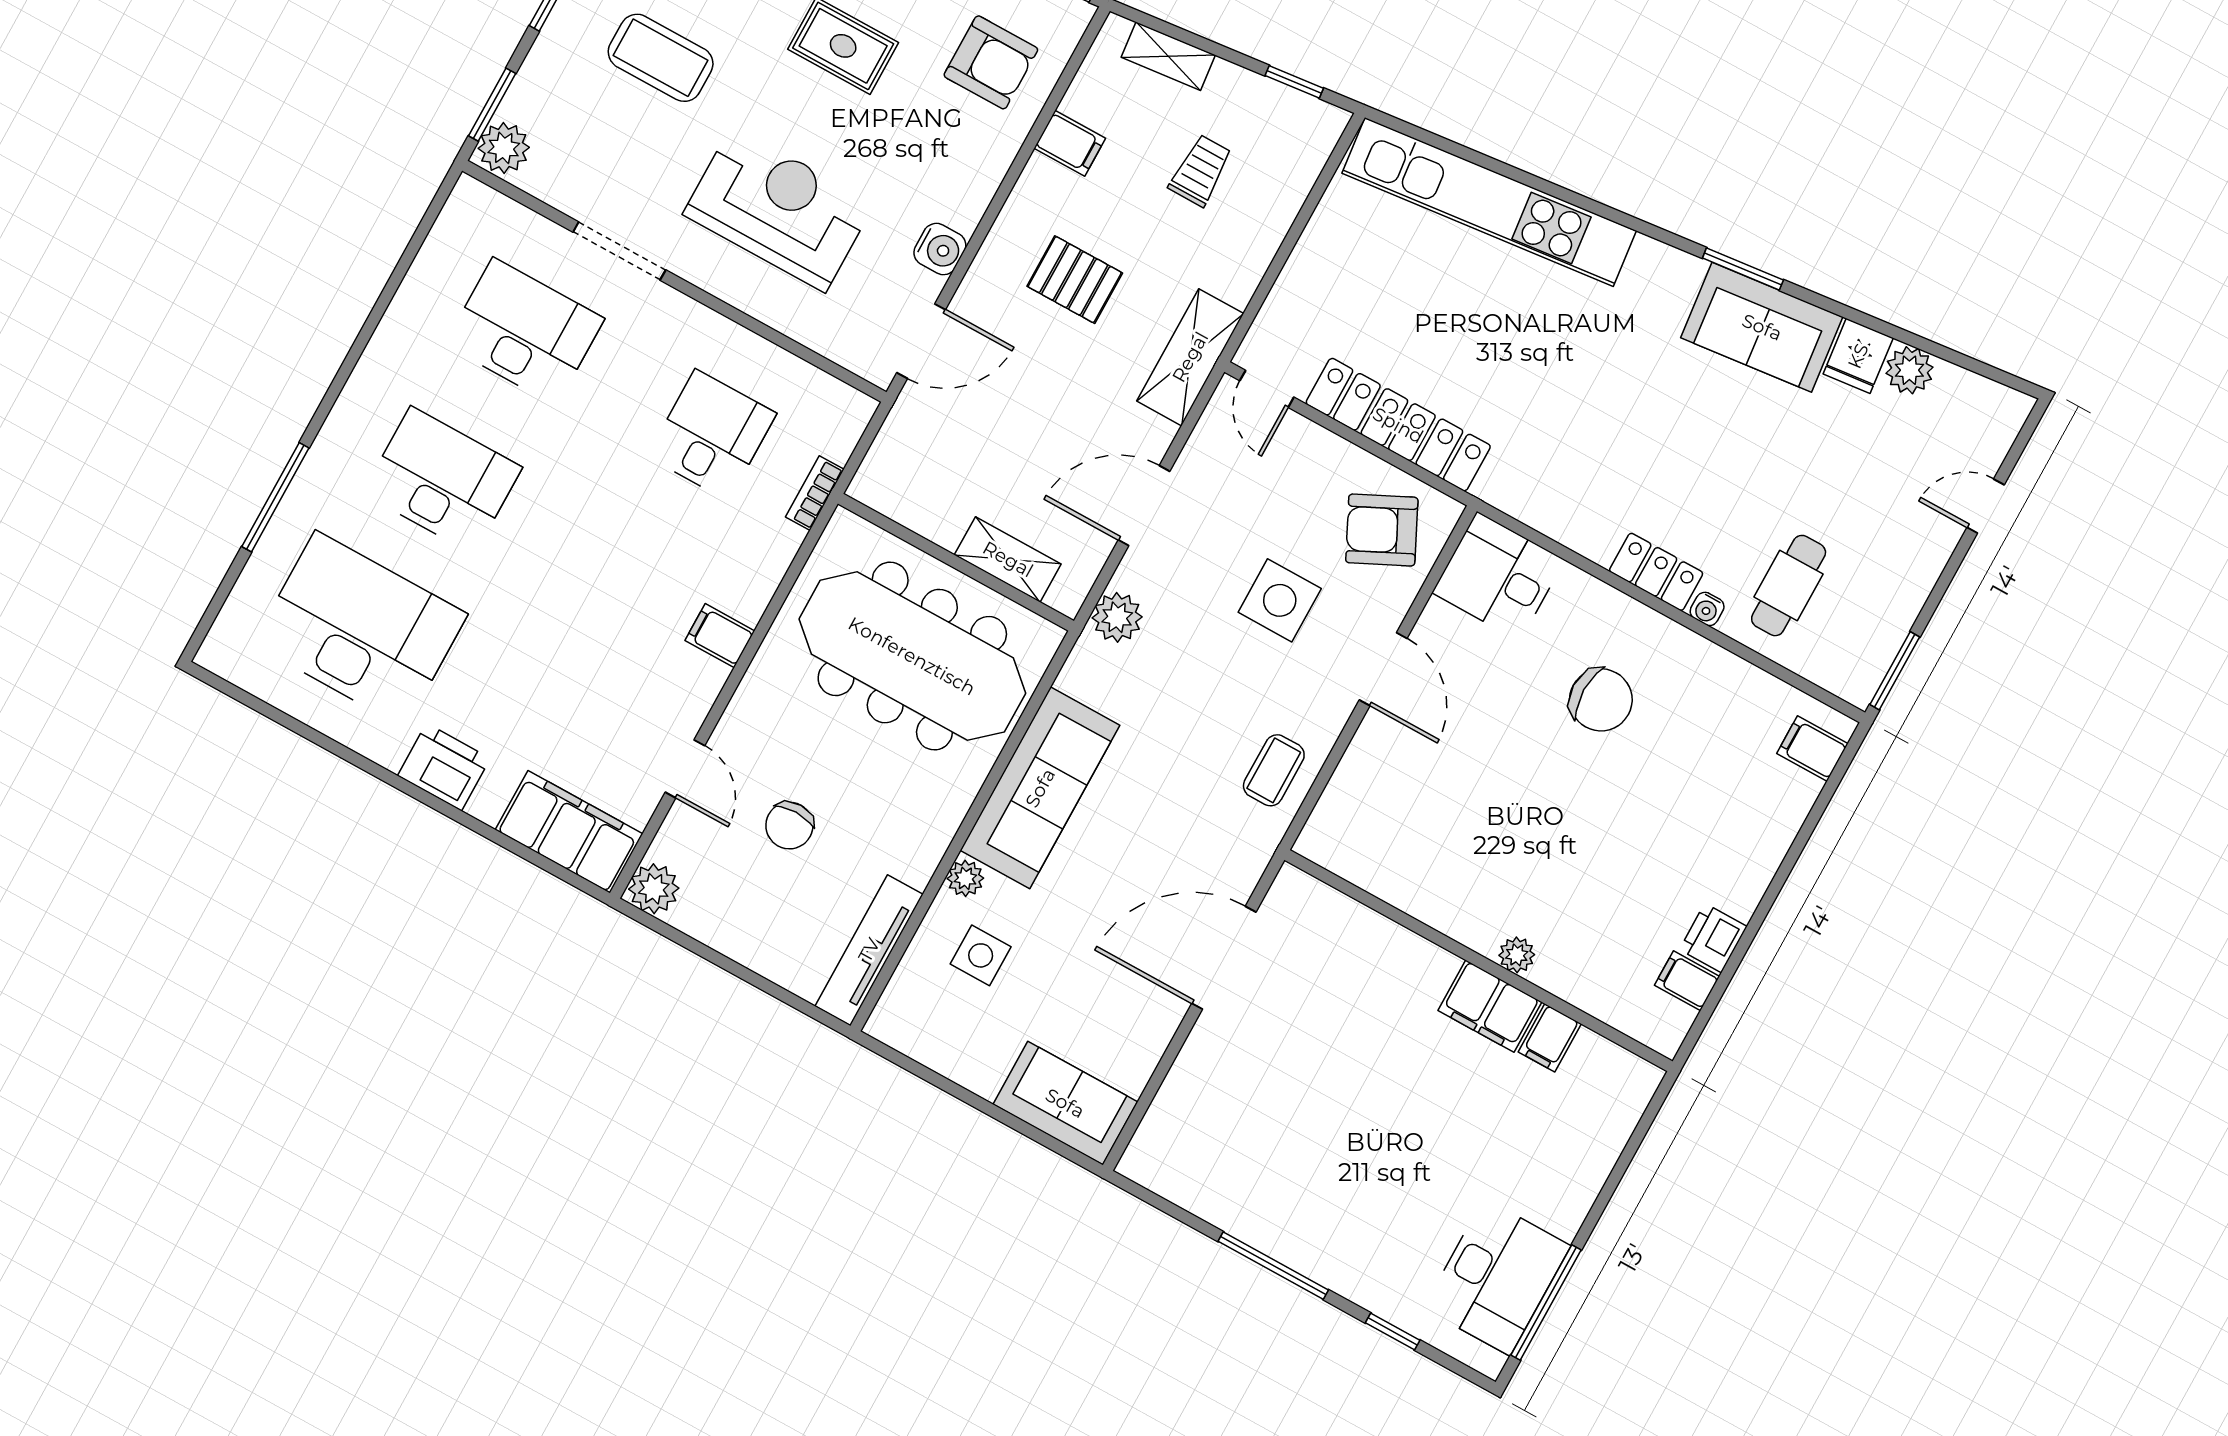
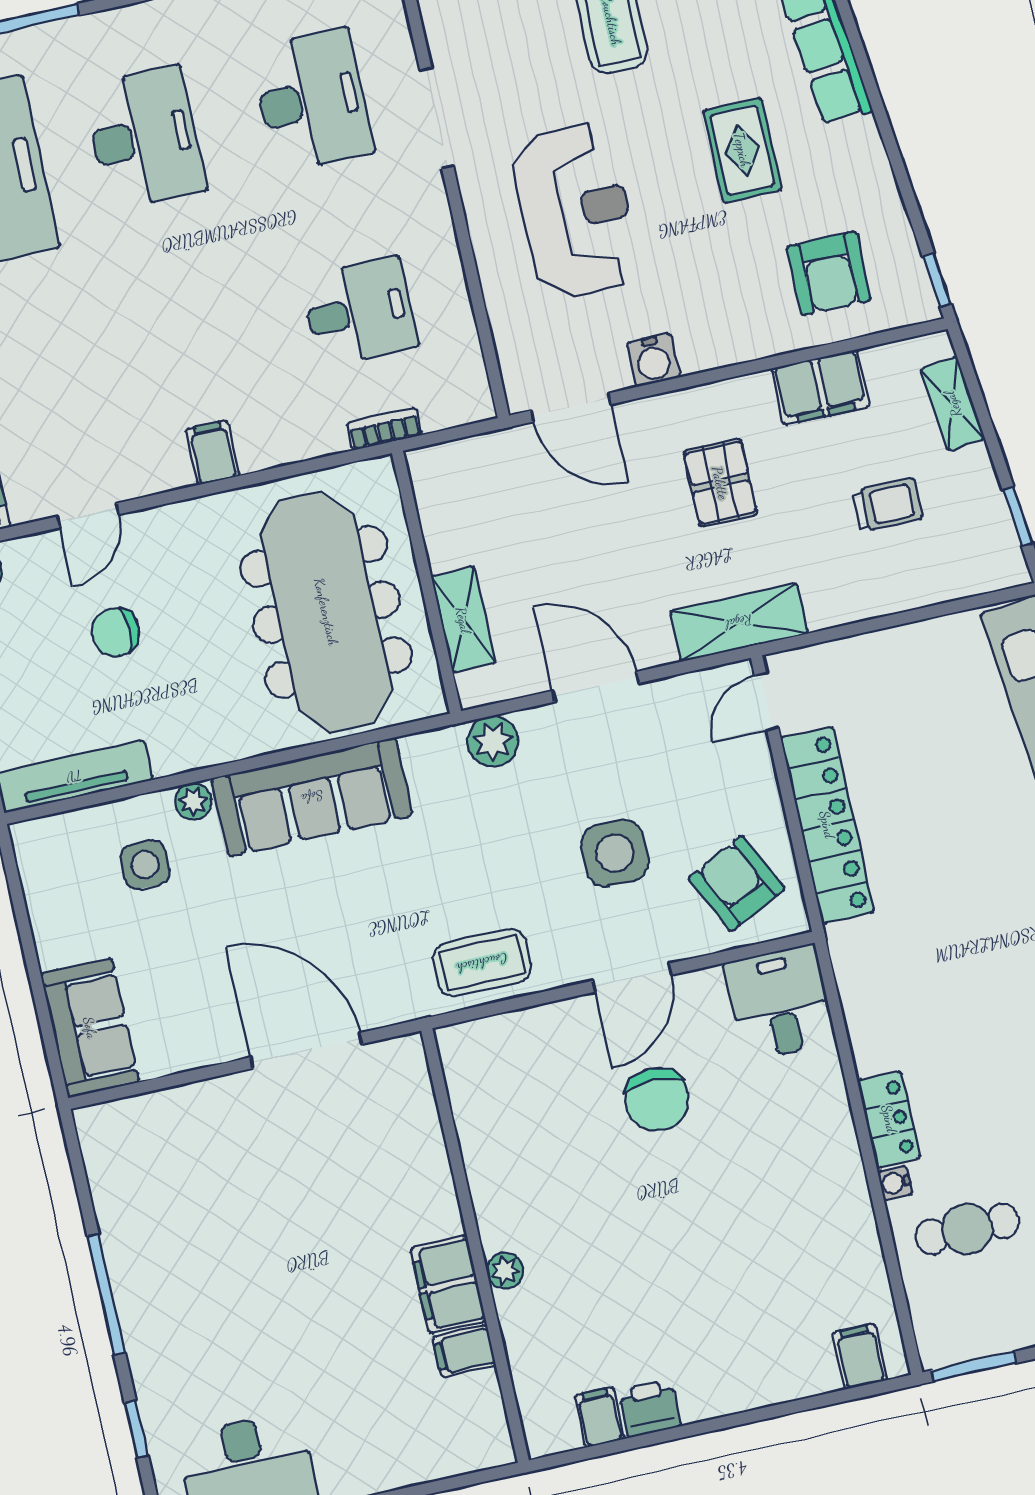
filing cabinet: (1070, 143) -> (820, 387), width x2.00
chair: (1601, 700) -> (657, 1099), moved
coffee table: (1274, 770) -> (482, 963), width x1.36, depth x1.30

